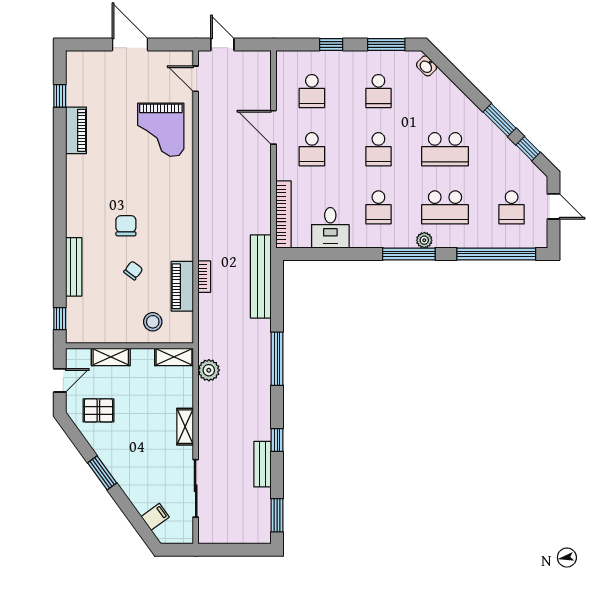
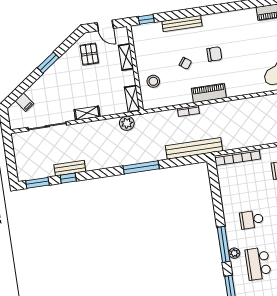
desk: (330, 228) -> (233, 190), removed
piano: (182, 286) -> (209, 93), moved
window: (277, 440) -> (68, 178), moved

